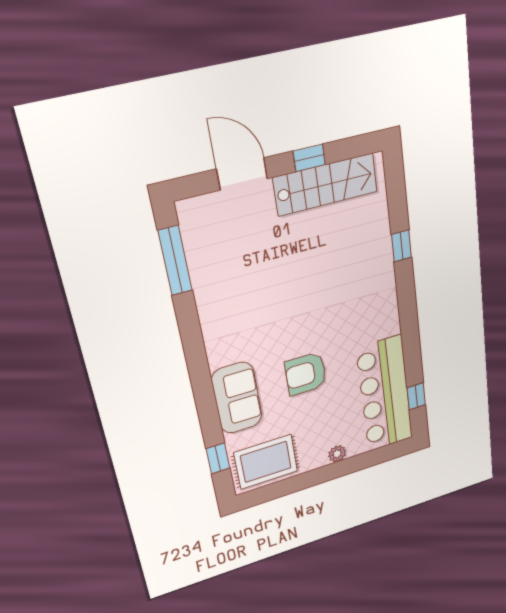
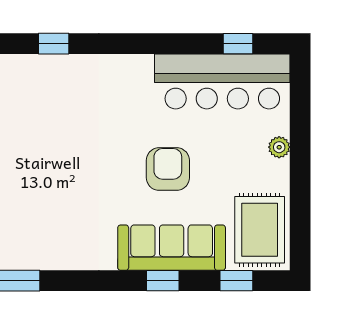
armchair: (306, 374) -> (168, 169), turned 180
sofa: (237, 398) -> (172, 248), width x1.36
window: (205, 400) -> (163, 281), added

